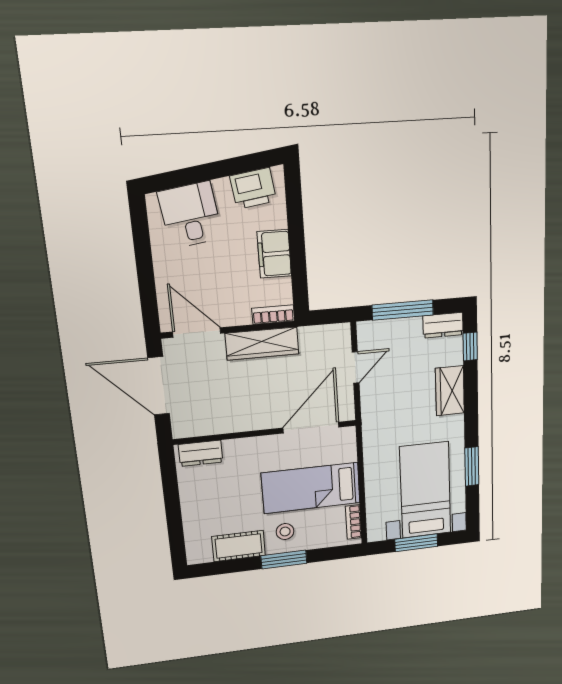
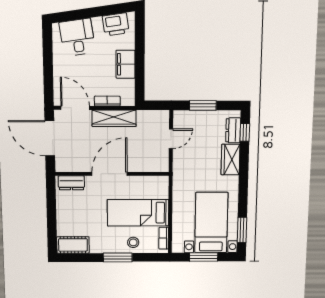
window: (403, 310) -> (203, 105), width x0.69
bookcase: (273, 315) -> (107, 101), moved
dresser: (443, 325) -> (233, 130), moved, turned 90
door: (311, 428) -> (110, 174), moved
window: (472, 466) -> (242, 230), moved
stool: (285, 532) -> (133, 242), moved
cot: (239, 546) -> (73, 245), moved

